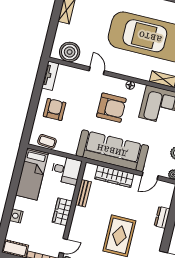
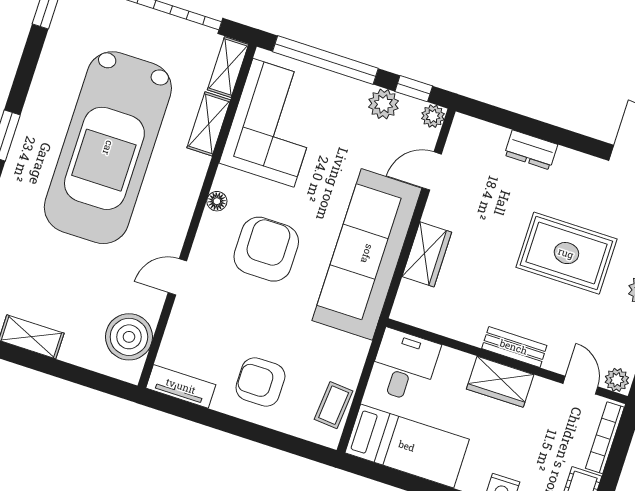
wardrobe: (114, 176) -> (427, 254), width x0.67
door: (150, 176) -> (432, 171), swing flipped
bench: (83, 193) -> (514, 347), moved

